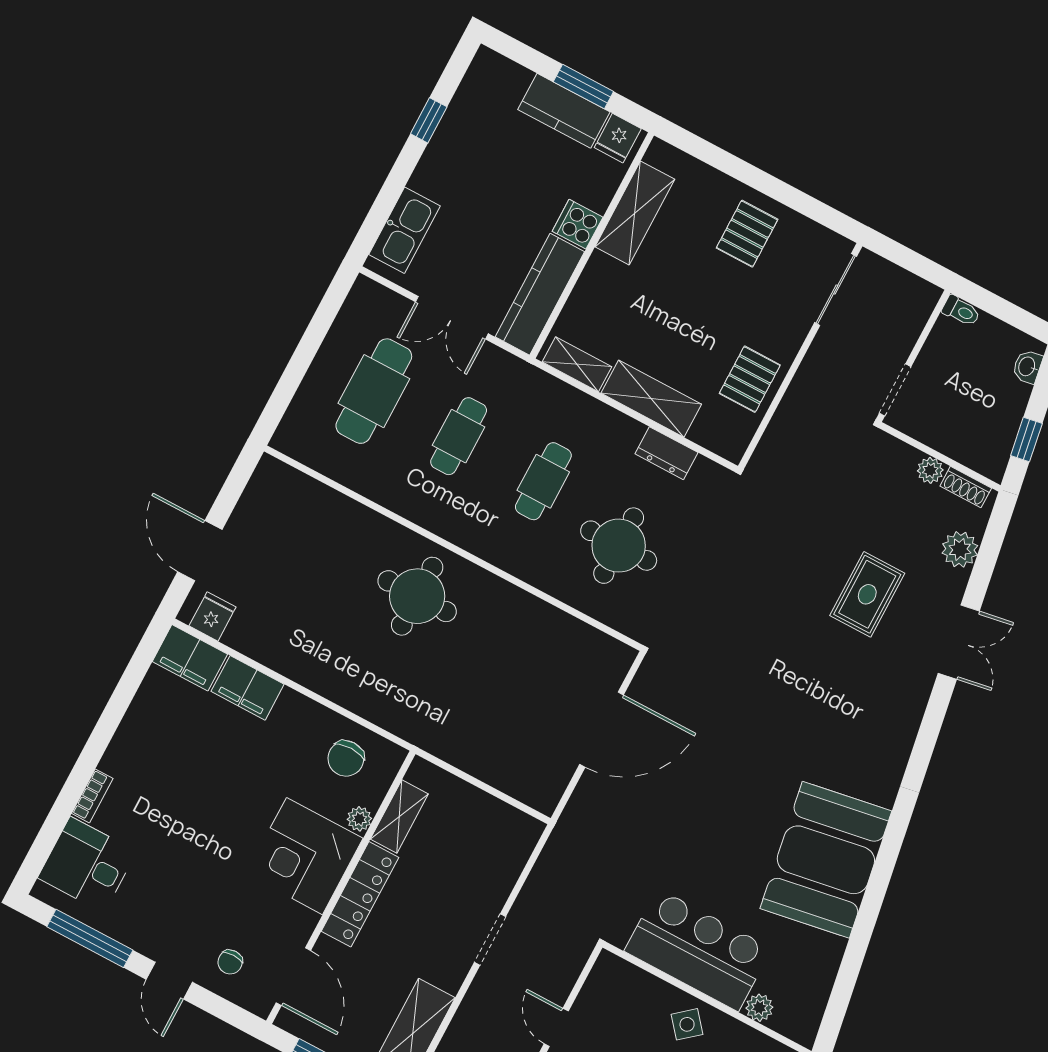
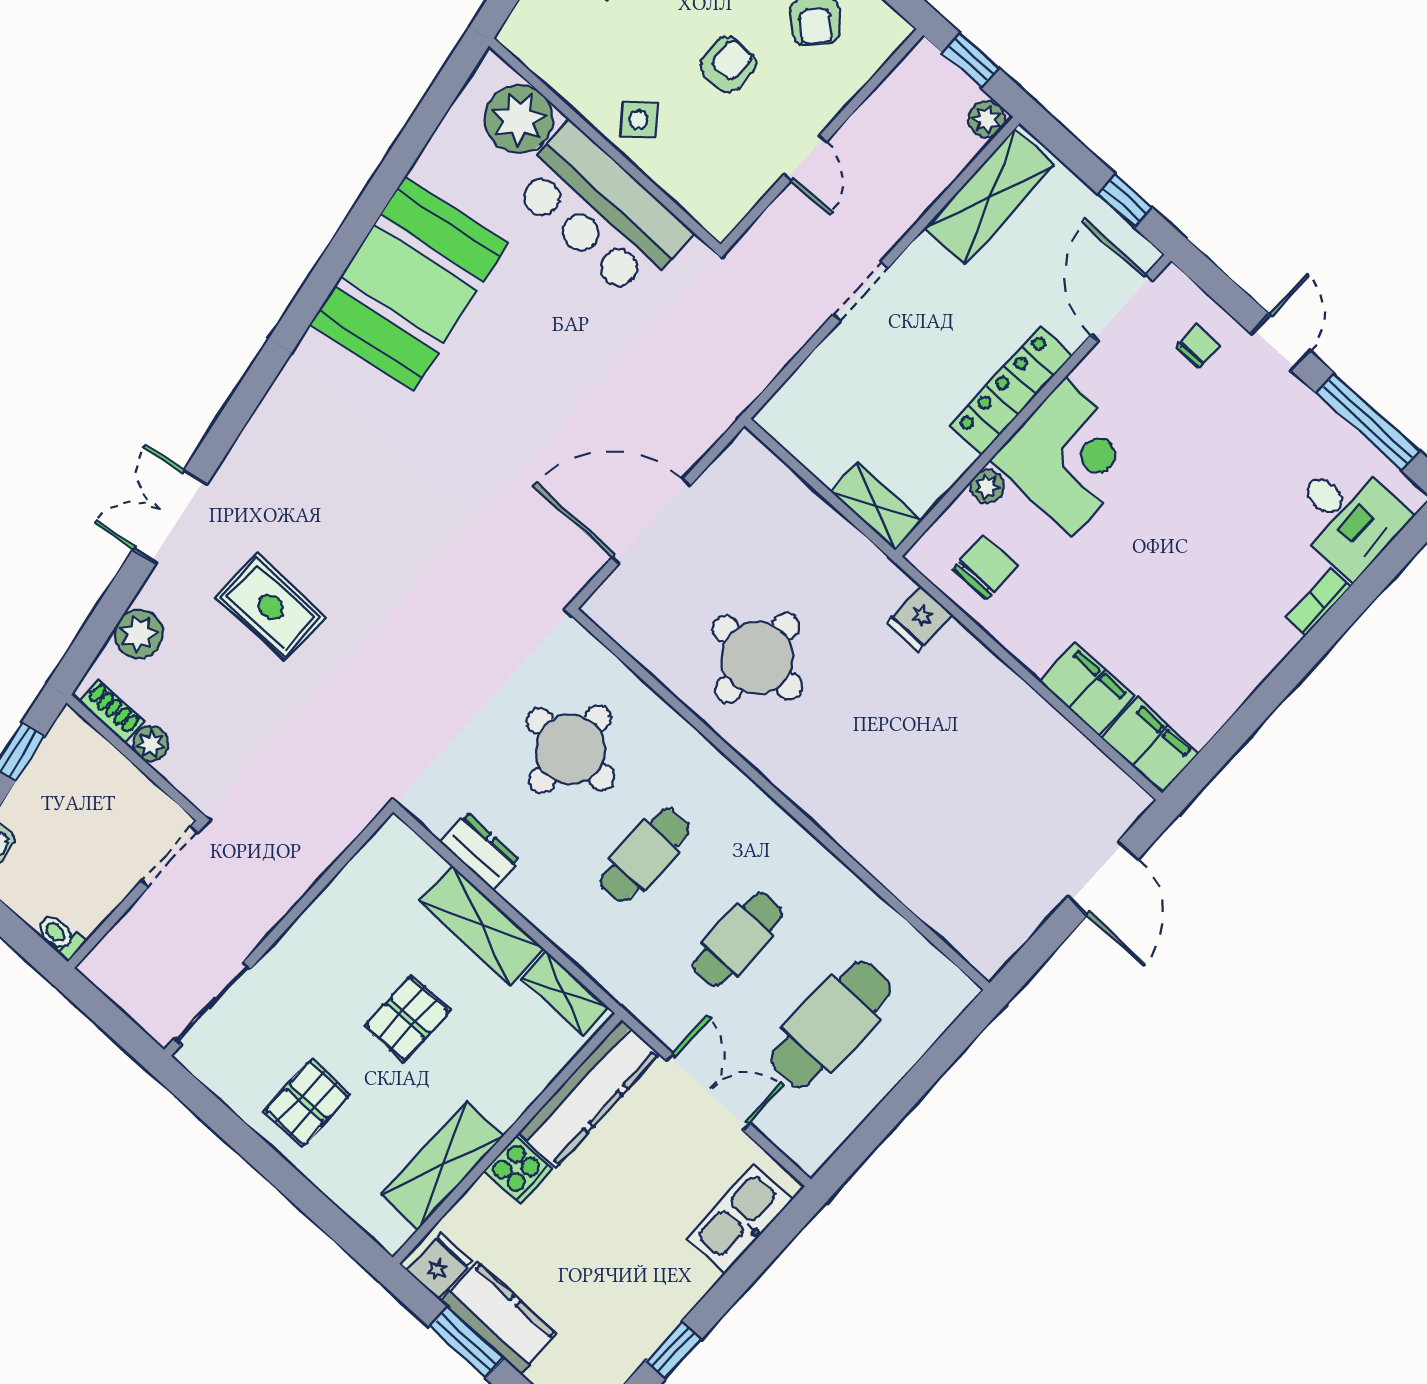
pallet: (750, 379) -> (407, 1018), moved
rug: (867, 594) -> (271, 607), turned 90
round table: (417, 596) -> (757, 658), moved
fridge: (213, 616) -> (920, 619), moved
shelving: (399, 817) -> (876, 506), moved, turned 90
plant: (759, 1008) -> (519, 119), width x1.88, depth x1.88

